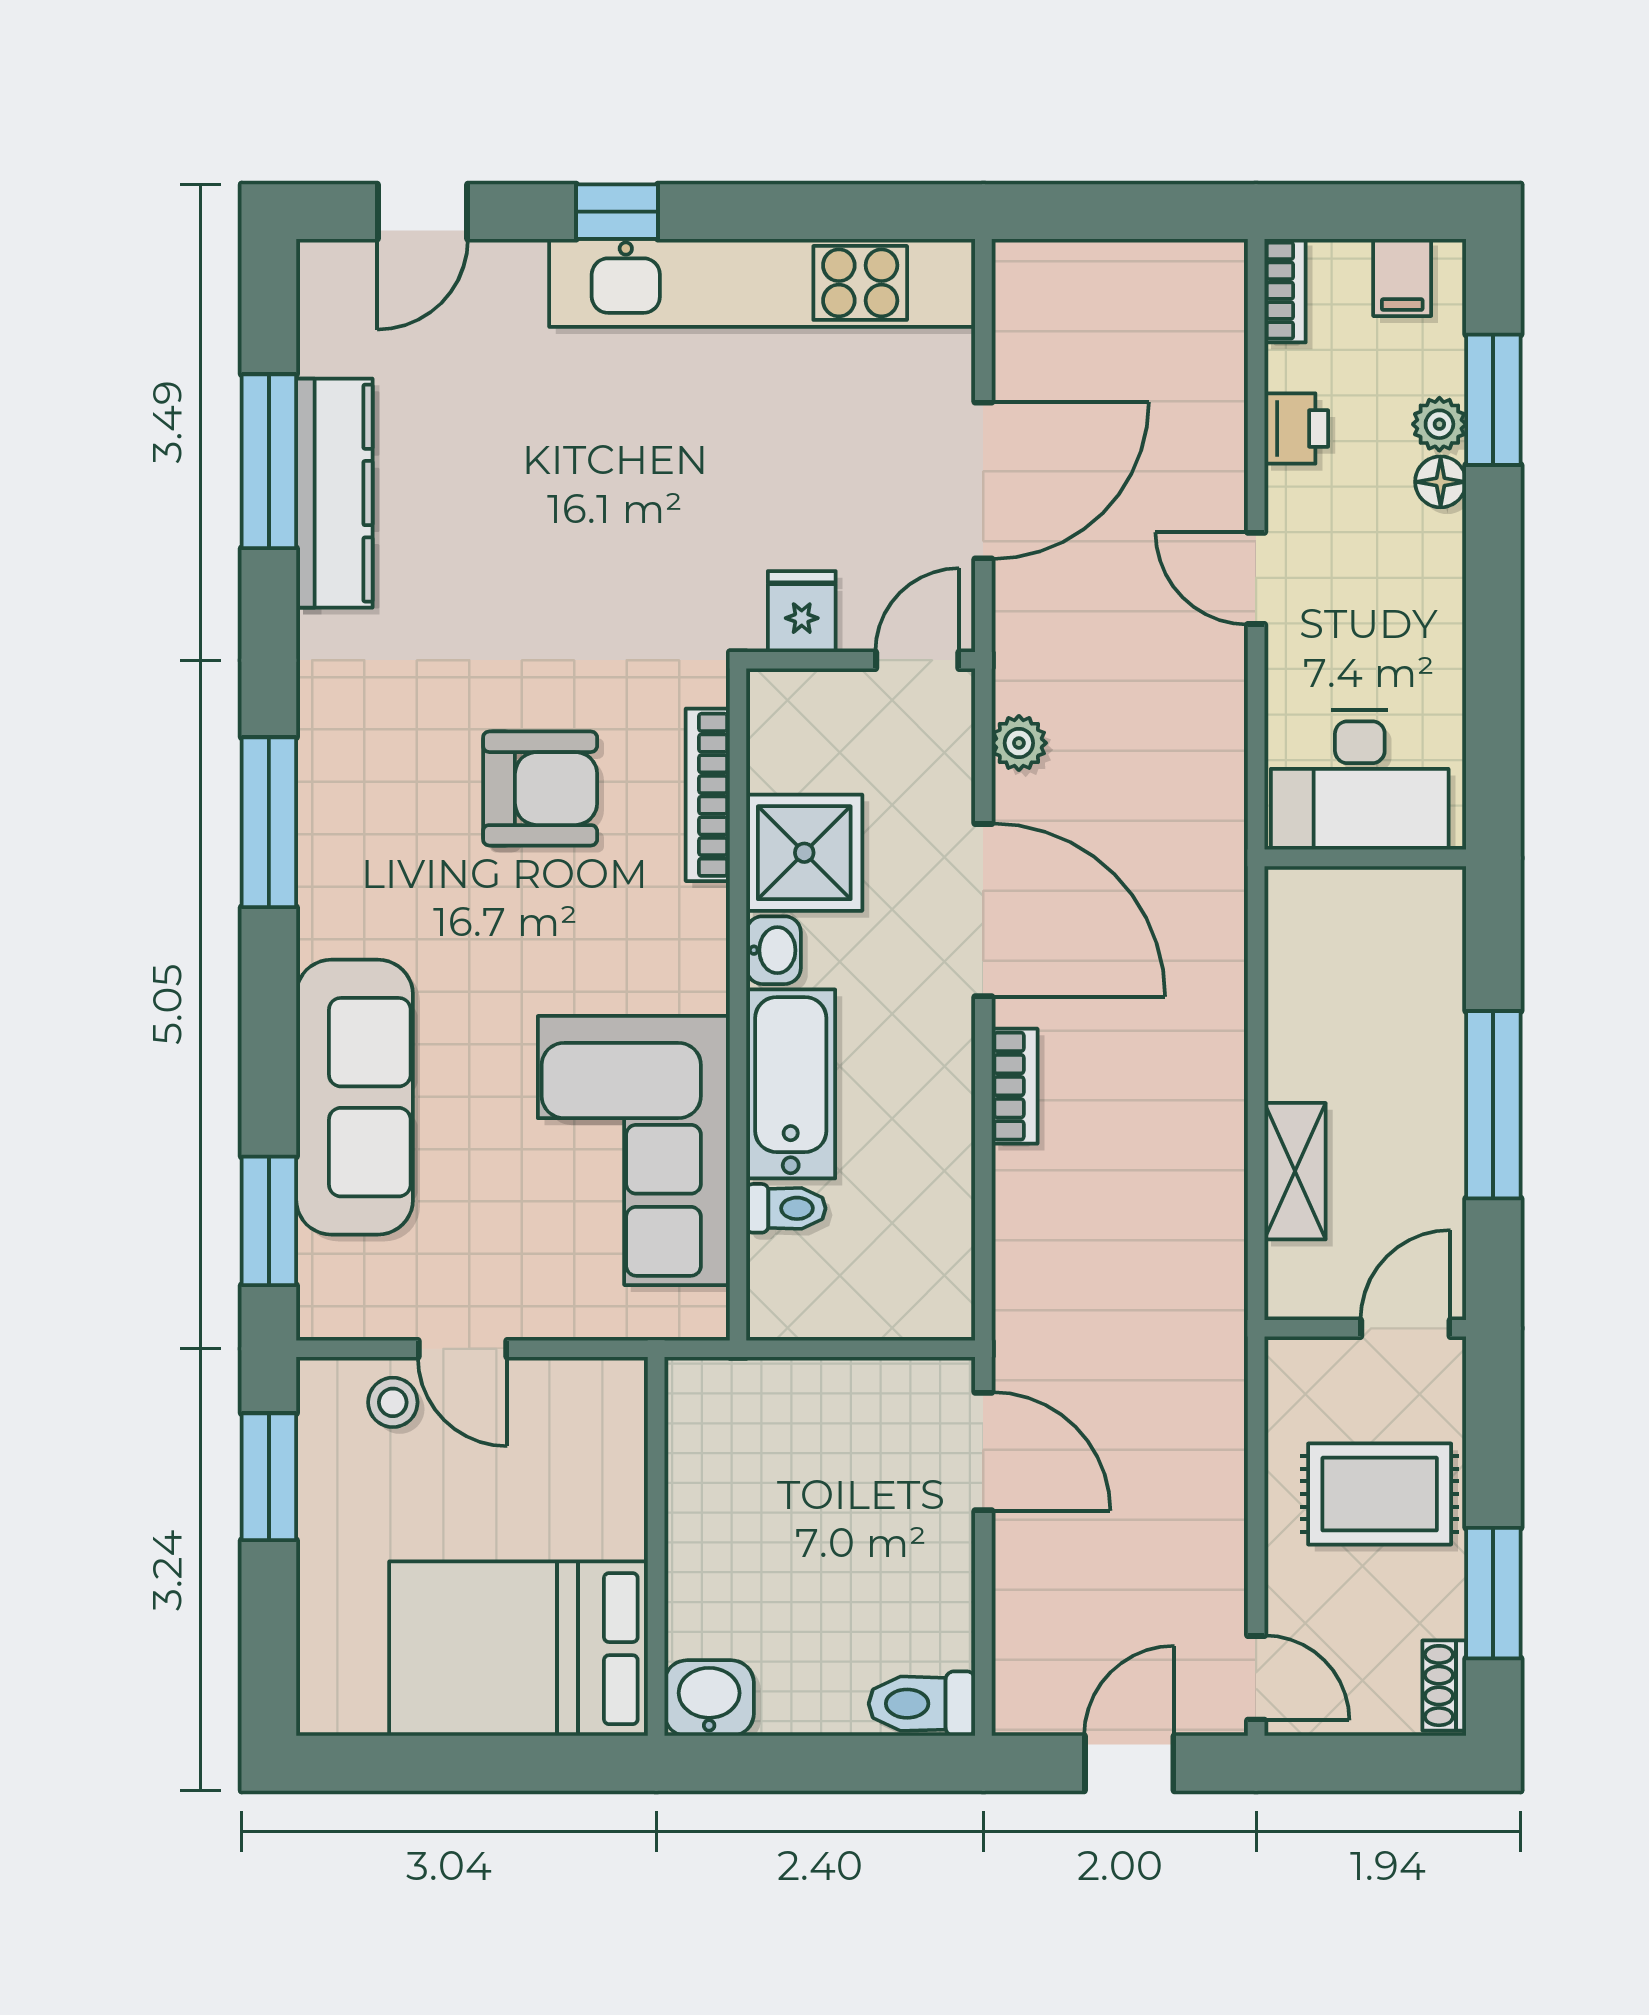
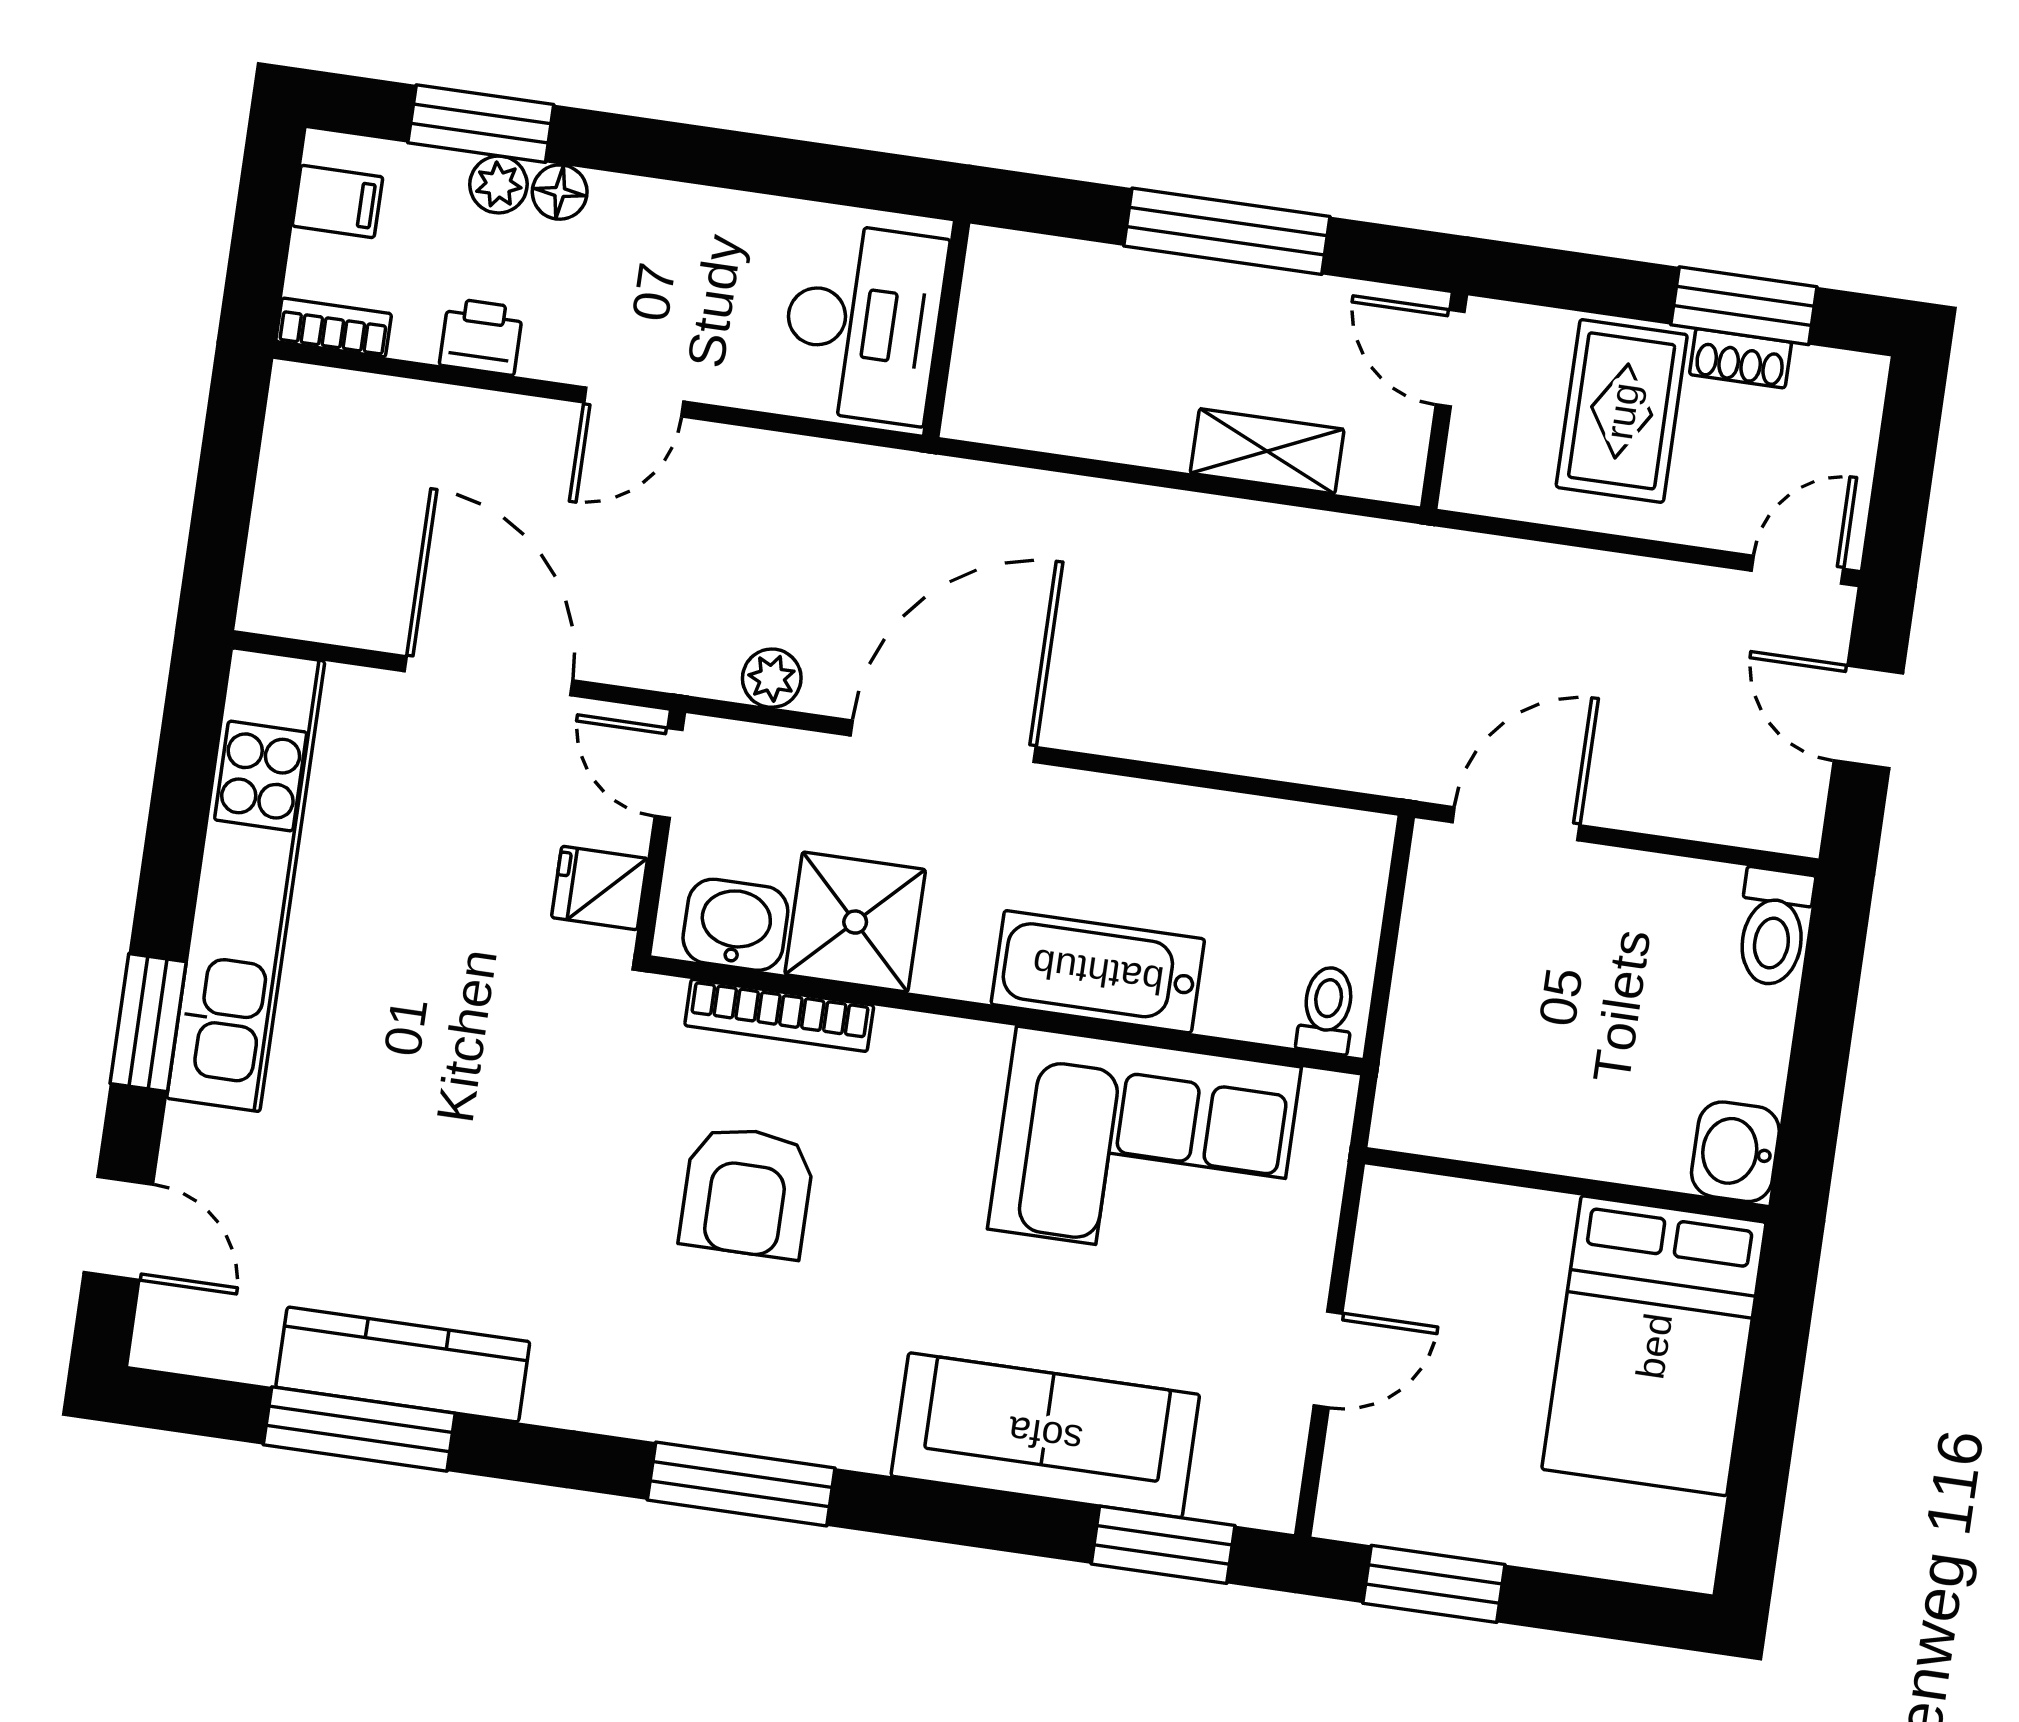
window: (617, 212) -> (148, 1023), width x1.50
armchair: (540, 789) -> (747, 1192), turned 180
washbasin: (774, 950) -> (735, 925), moved, width x1.38, depth x1.45
bookcase: (1015, 1086) -> (1134, 735), removed
toilet: (786, 1208) -> (1327, 1010), moved
stool: (393, 1402) -> (1374, 1441), removed
shoe rack: (1444, 1686) -> (1740, 358), moved

